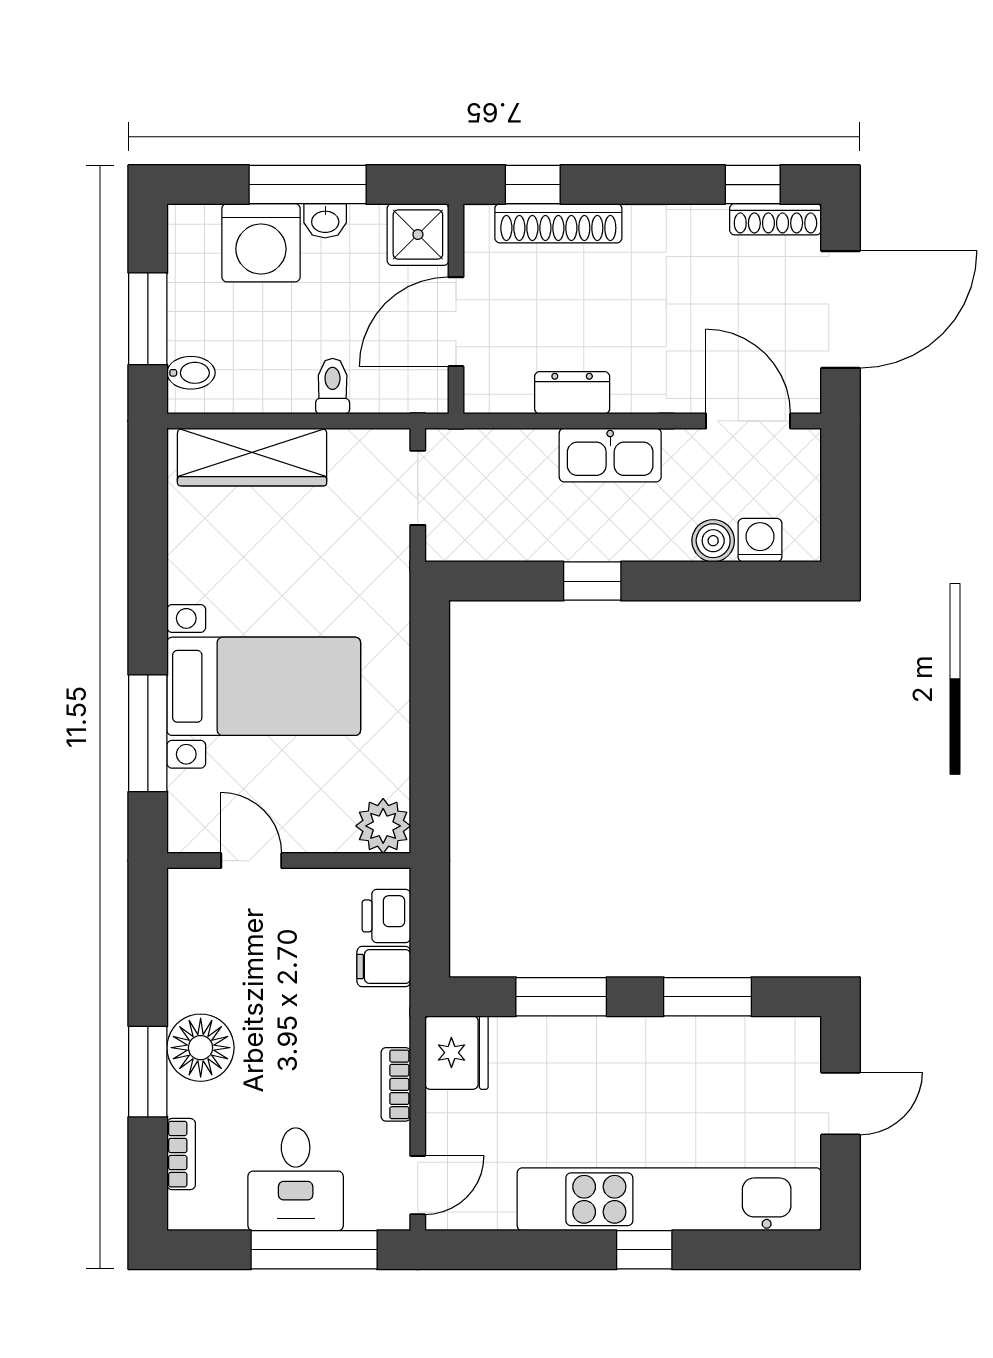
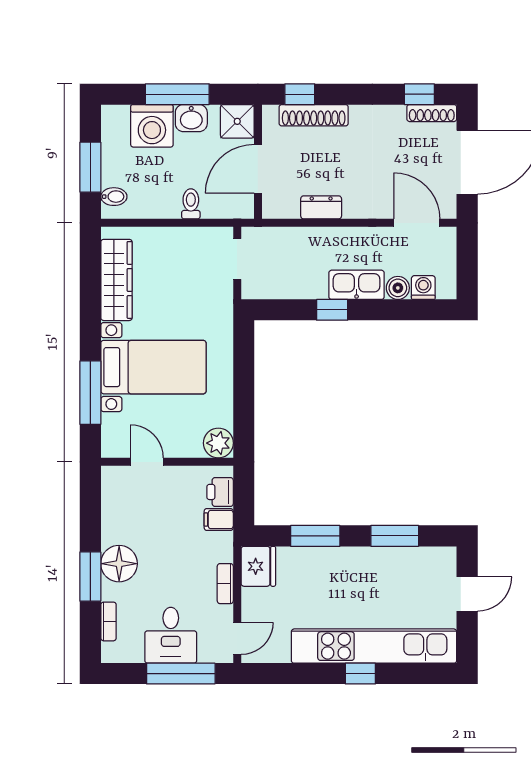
washbasin: (325, 221) -> (191, 118), width x1.38, depth x1.45
kitchen sink: (610, 455) -> (357, 285), moved, turned 180
wardrobe: (252, 457) -> (116, 280), moved, turned -90

